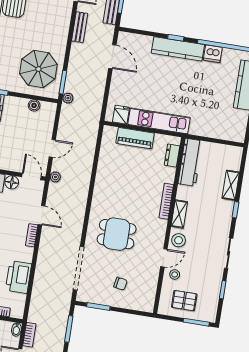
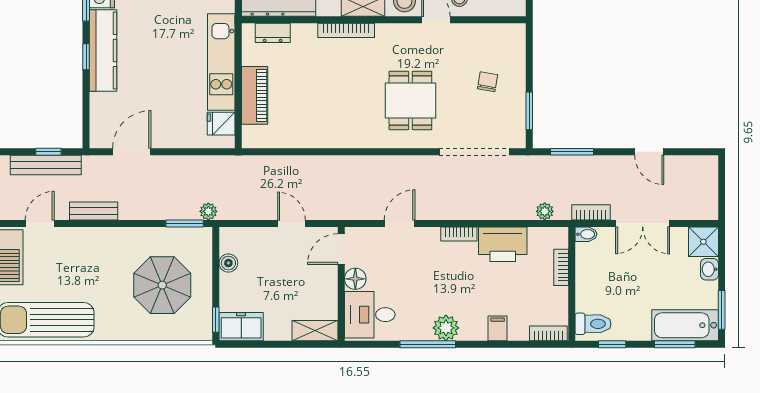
parasol: (38, 69) -> (162, 285), moved
plant: (55, 177) -> (545, 211), moved
bookcase: (32, 235) -> (459, 234), moved

